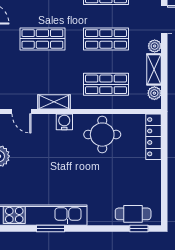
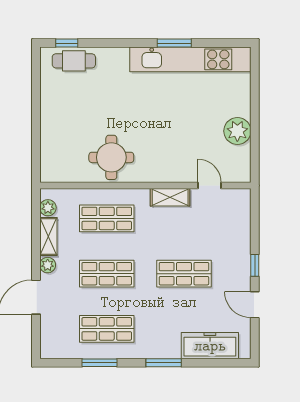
water cooler: (64, 122) -> (157, 173), removed
locker: (153, 137) -> (49, 155), removed

